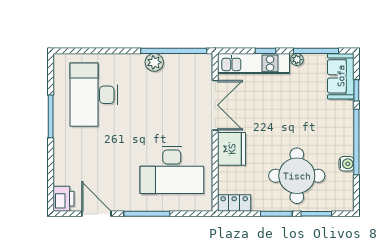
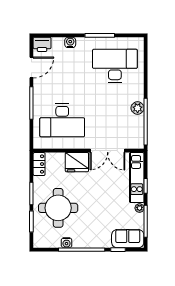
water cooler: (61, 158) -> (70, 42), added
desk: (172, 170) -> (62, 120), turned -90

